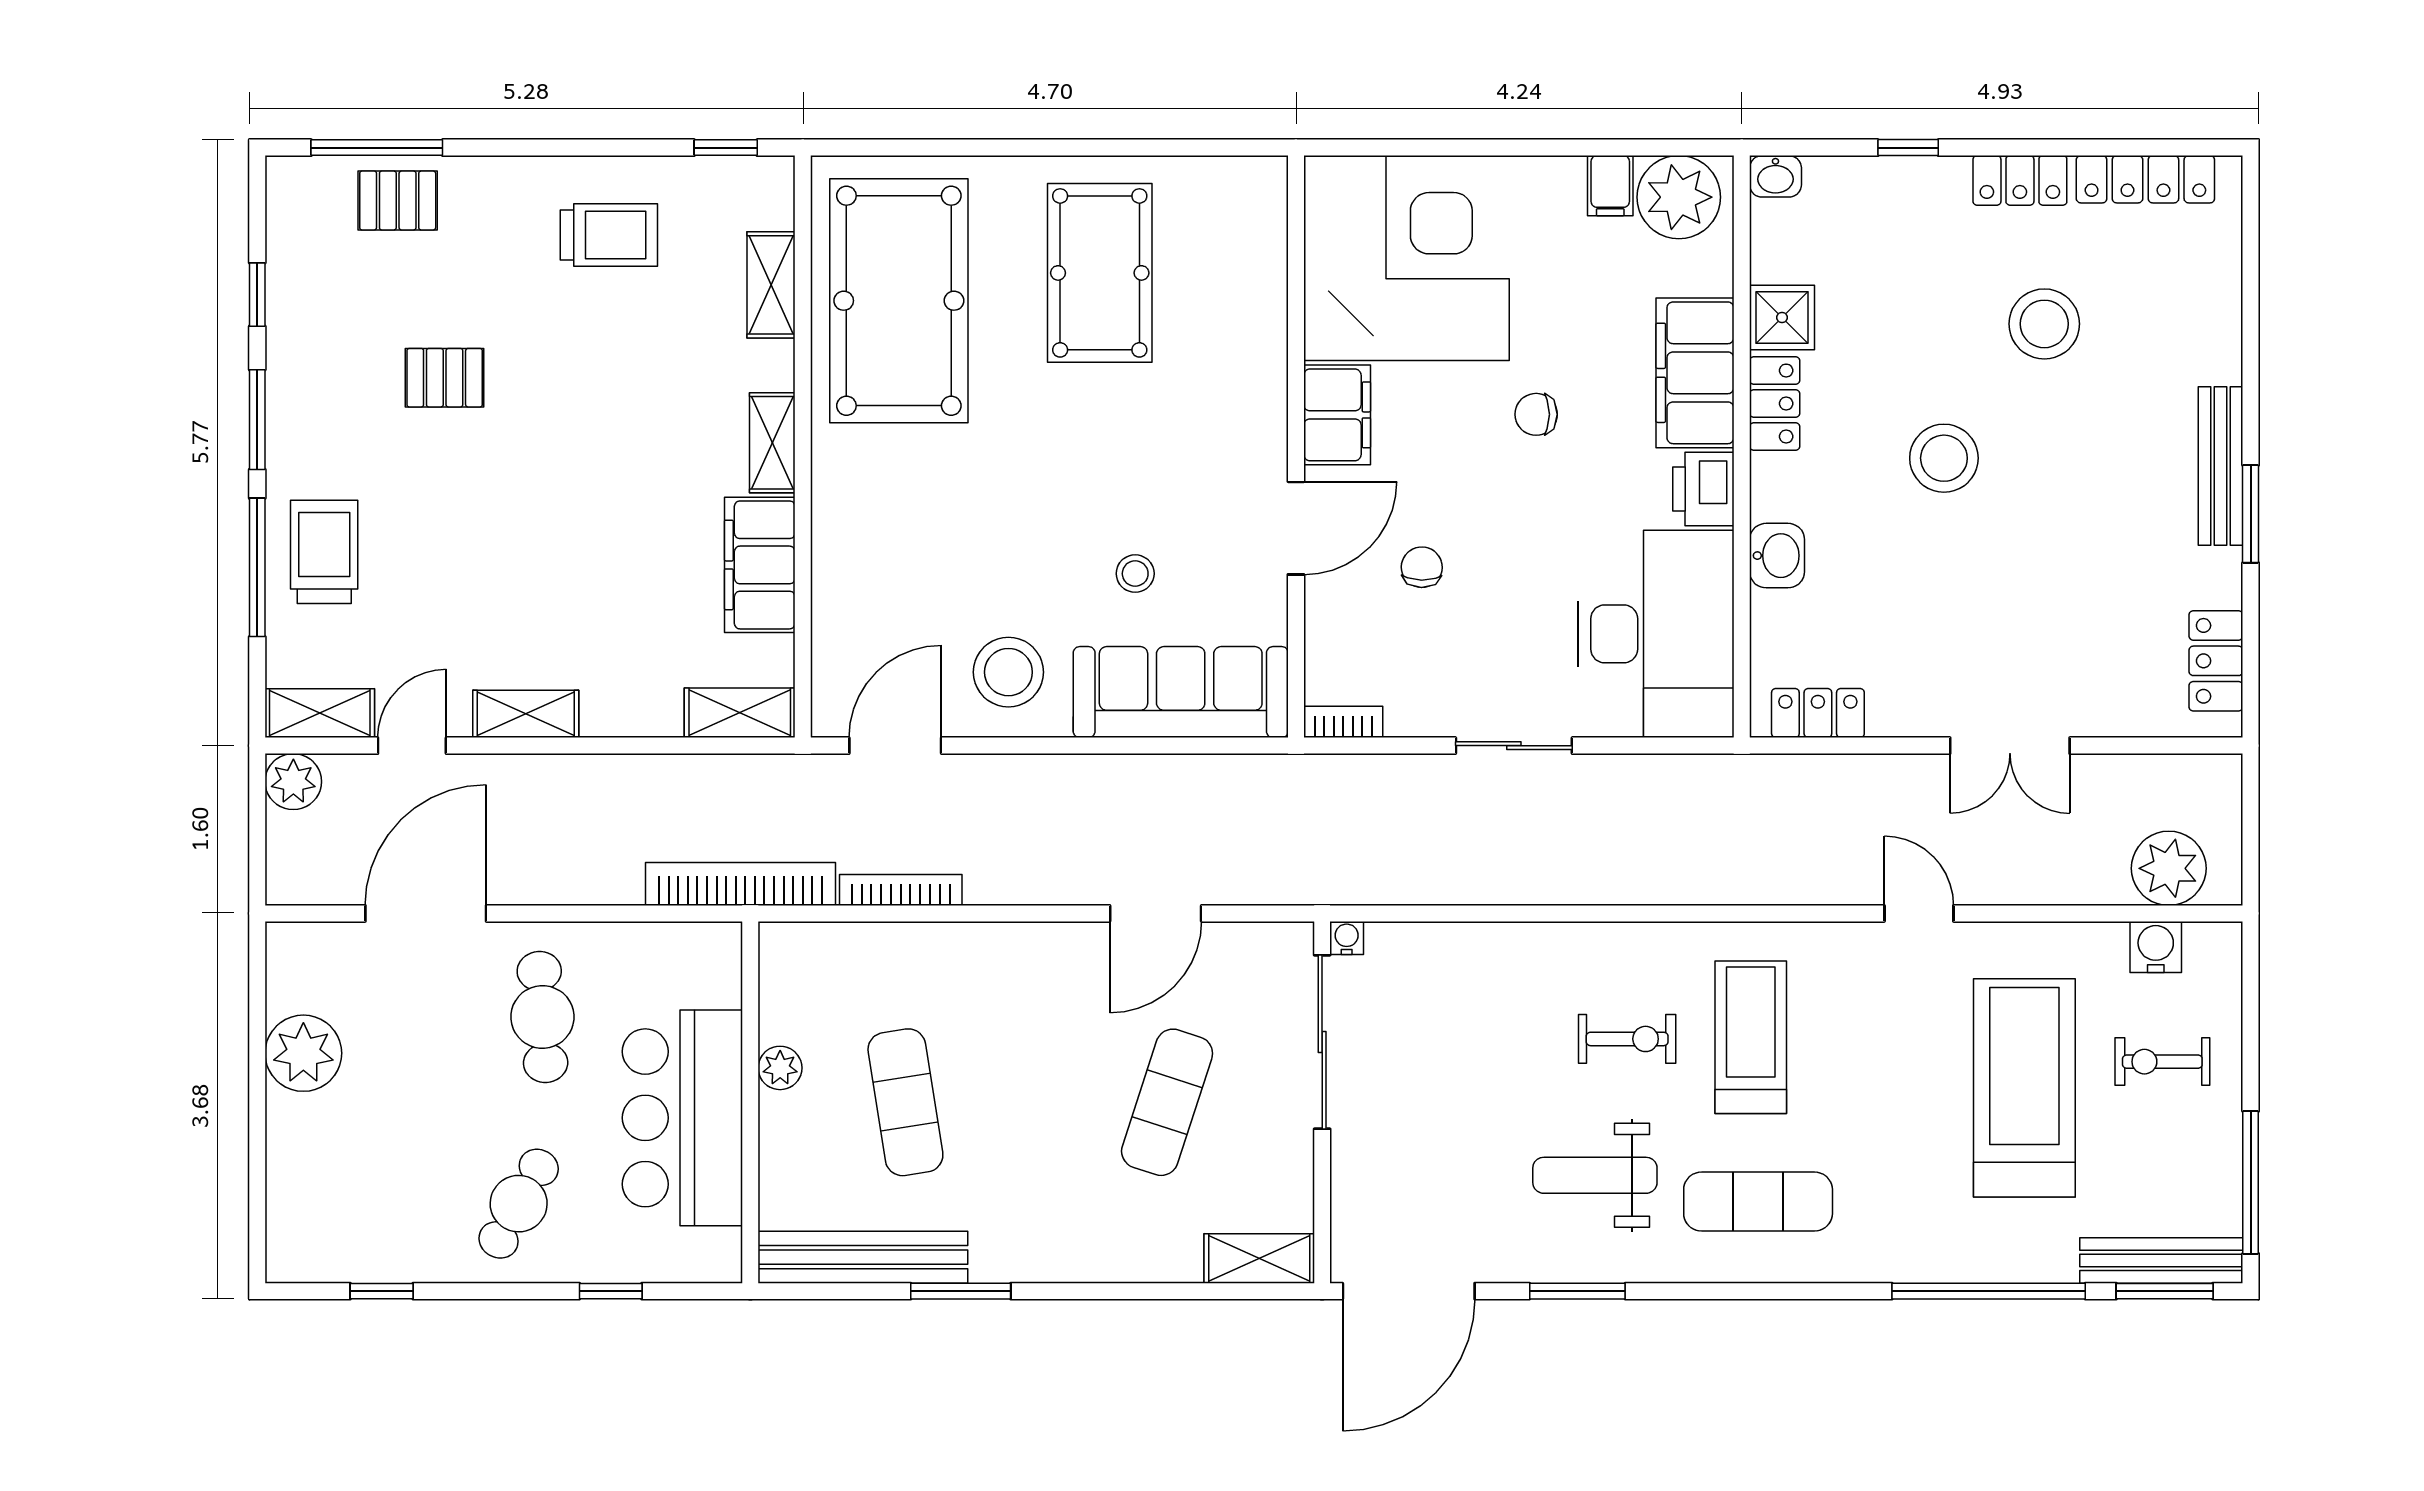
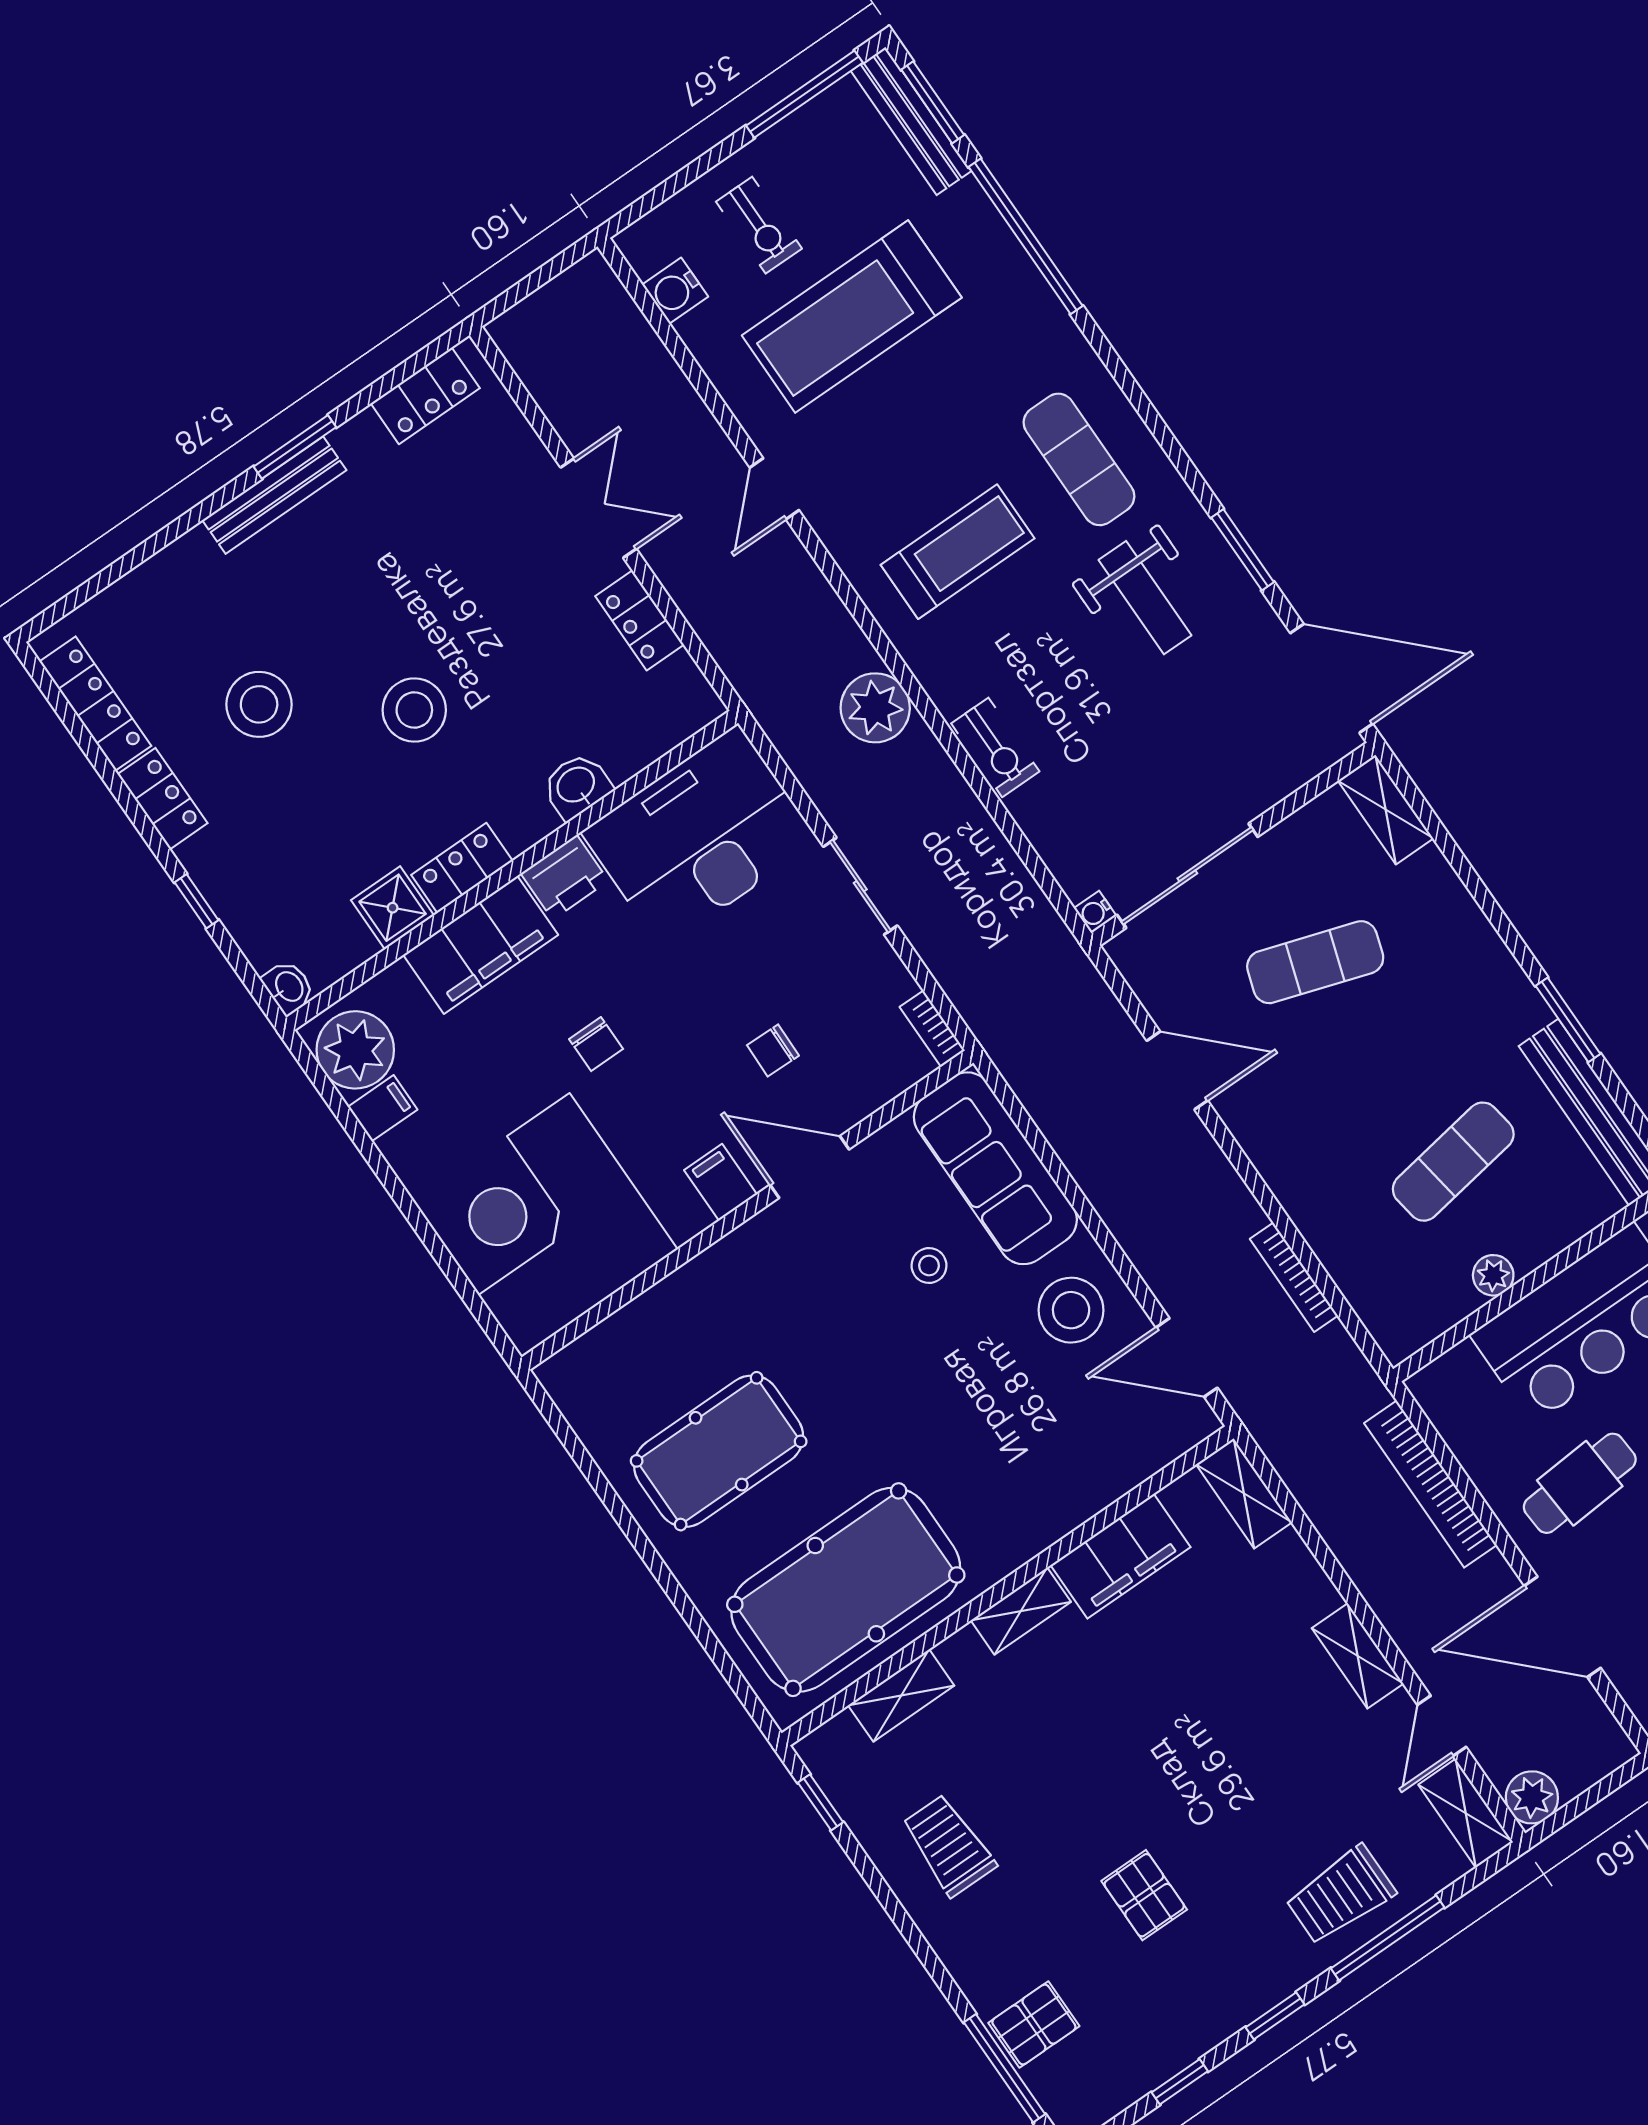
pallet: (398, 200) -> (1034, 2025), turned 90
filing cabinet: (1337, 415) -> (721, 1182), width x0.50
window: (257, 420) -> (1275, 2016), width x0.67
locker: (1818, 713) -> (640, 620), moved
door: (412, 746) -> (1442, 1726), hinge flipped
plant: (2169, 868) -> (875, 708), moved
bookcase: (741, 884) -> (1430, 1484), moved
treadmill: (1751, 1037) -> (958, 552), turned 180
exercise bike: (1627, 1039) -> (995, 747), moved, turned 180

